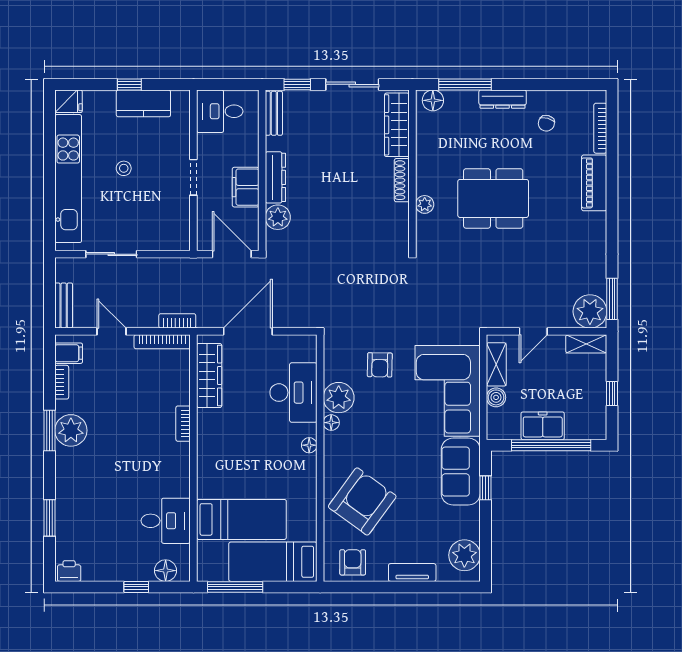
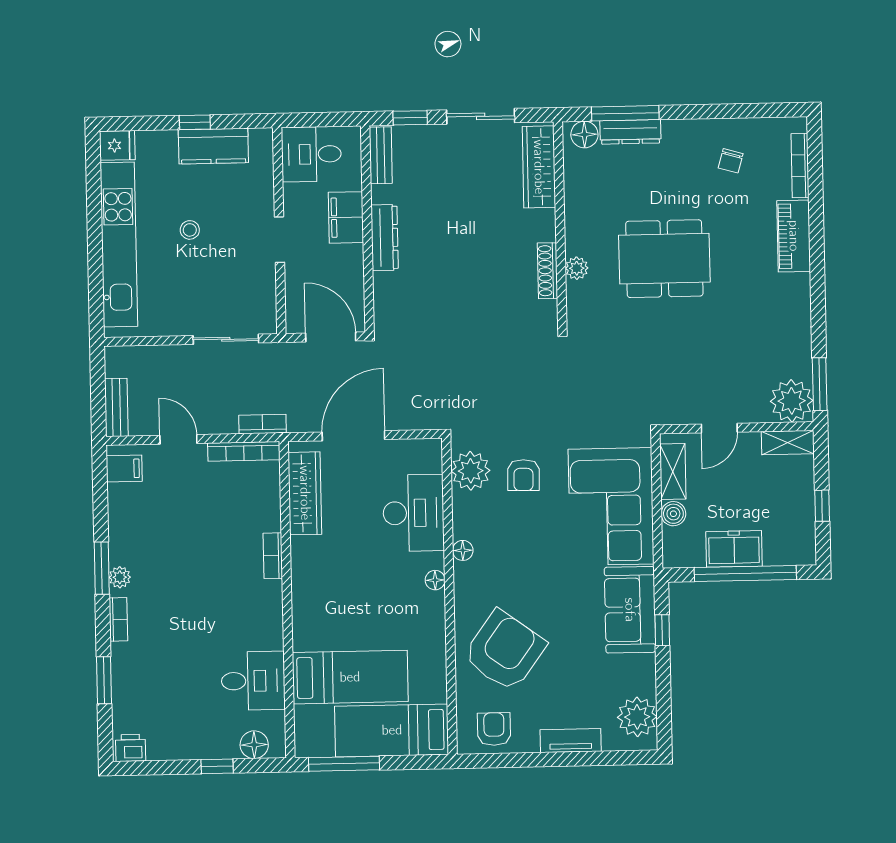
dresser: (503, 99) -> (630, 132), moved
shoe rack: (402, 180) -> (547, 271), moved
filing cabinet: (246, 187) -> (346, 217), moved
plant: (278, 217) -> (389, 289), removed
sliding door: (111, 254) -> (226, 339), moved
bookcase: (62, 382) -> (118, 619), moved
plant: (339, 398) -> (471, 471), moved
plant: (71, 430) -> (120, 577), width x0.53, depth x0.53

